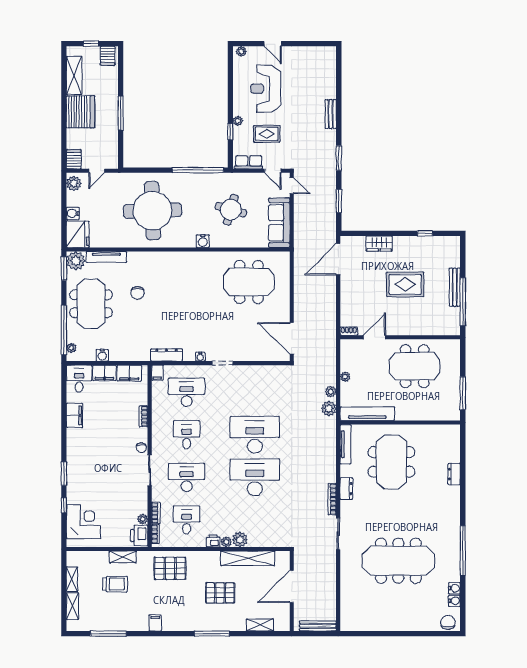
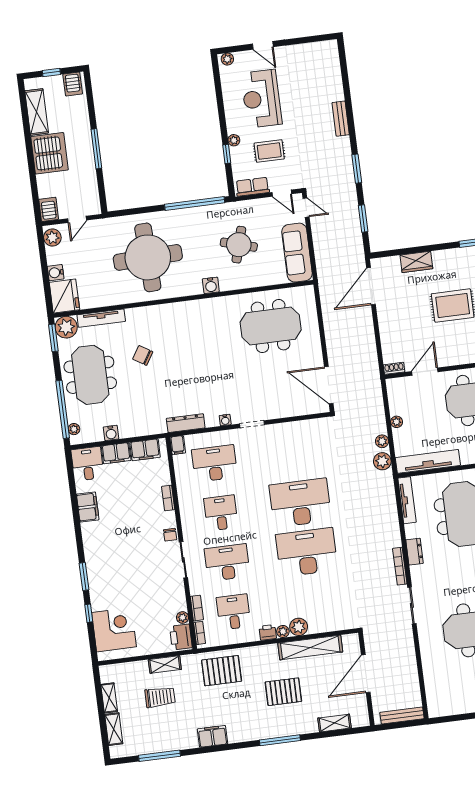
chair: (138, 293) -> (143, 355), turned 122
filing cabinet: (155, 623) -> (212, 736), width x2.00

